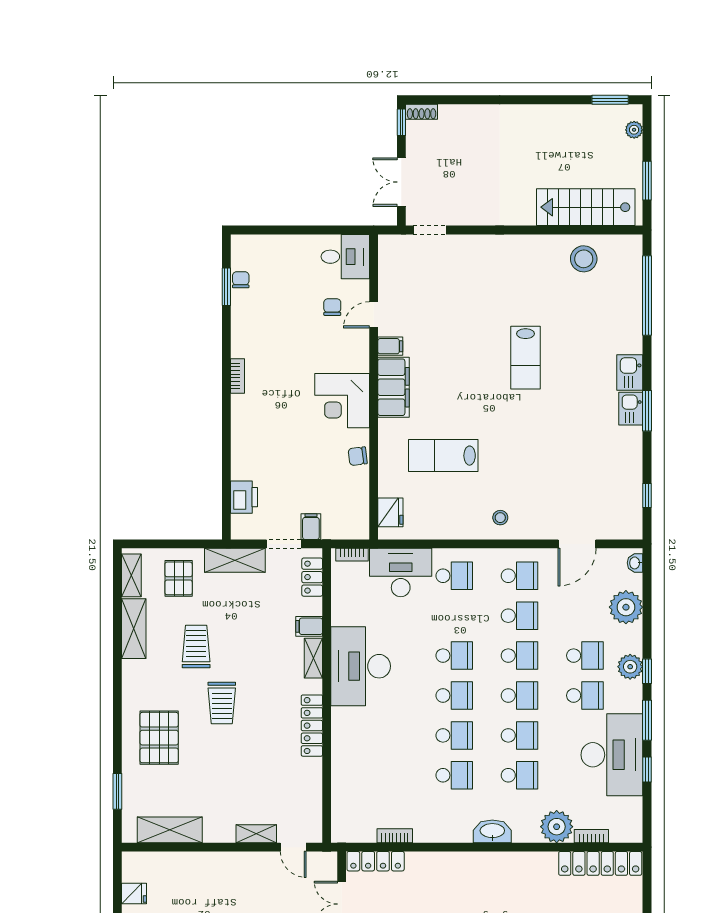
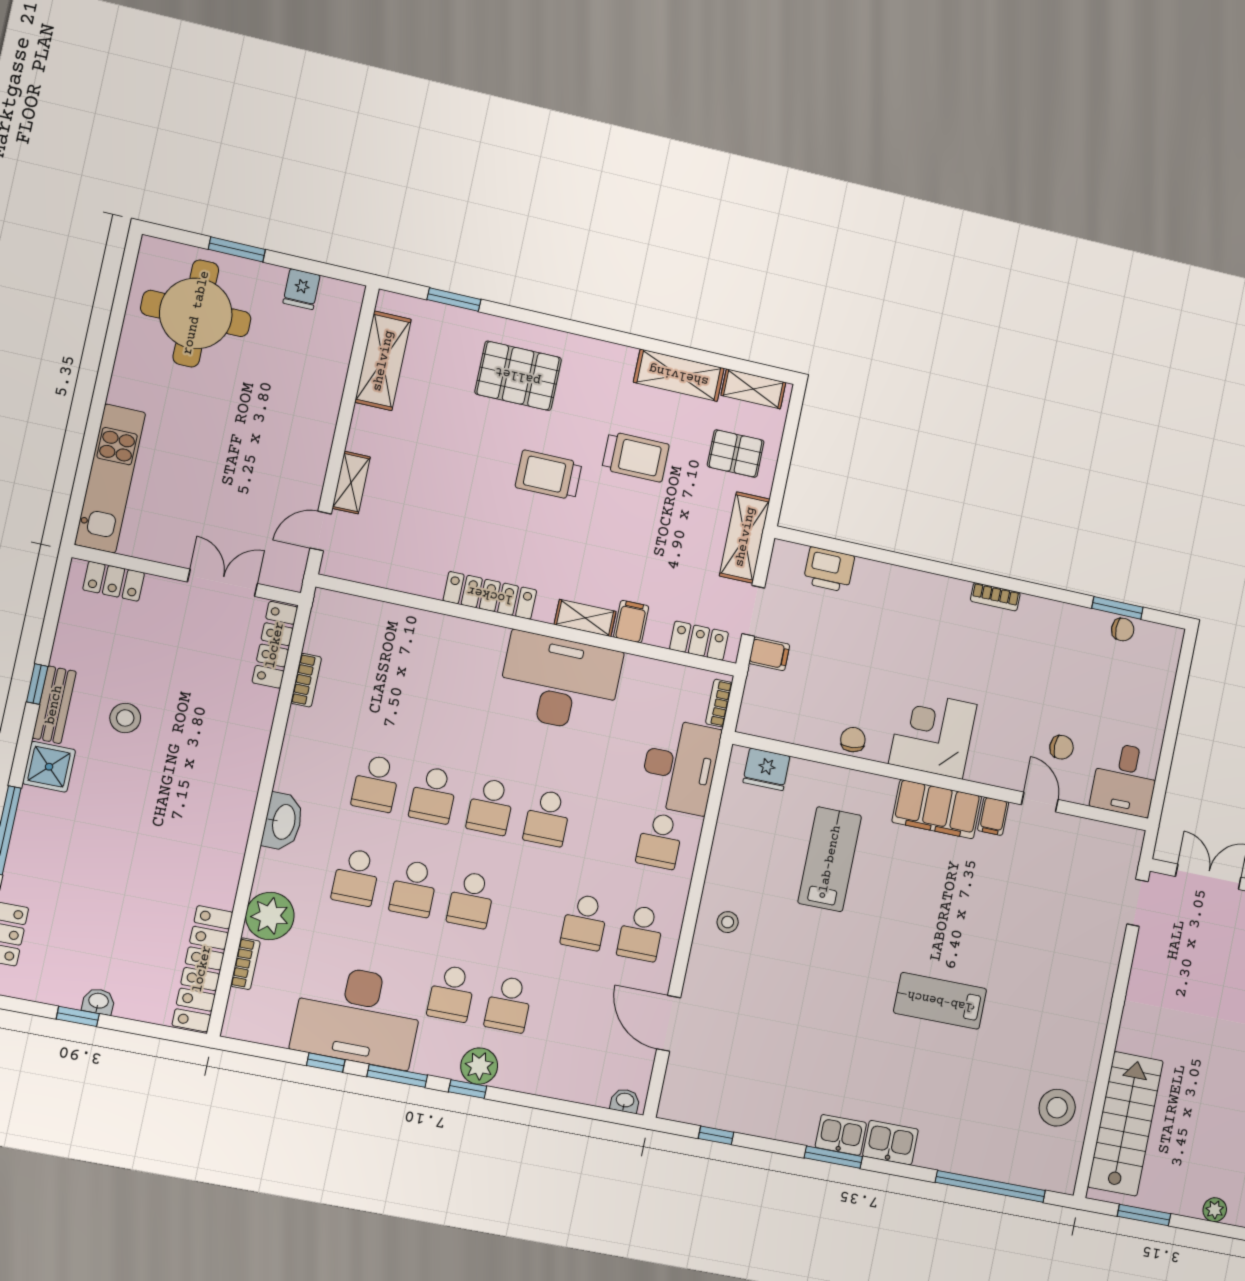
plant: (626, 607) -> (565, 1076), removed
school desk: (520, 656) -> (528, 911), removed

